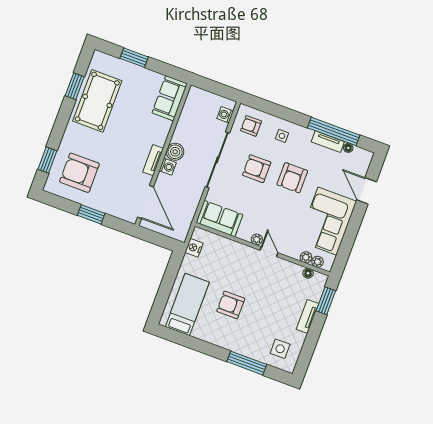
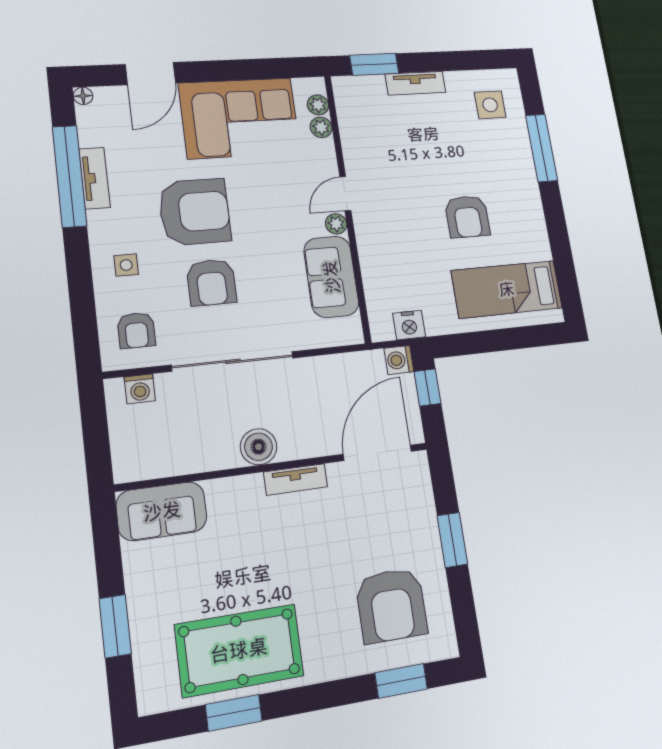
floor lamp: (348, 148) -> (83, 96), moved
washing machine: (168, 167) -> (399, 360), moved, turned -90
armchair: (292, 178) -> (195, 212), width x1.36, depth x1.36
sofa: (219, 219) -> (331, 277), moved
window: (162, 241) -> (428, 387), added
floor lamp: (308, 273) -> (346, 112), removed

